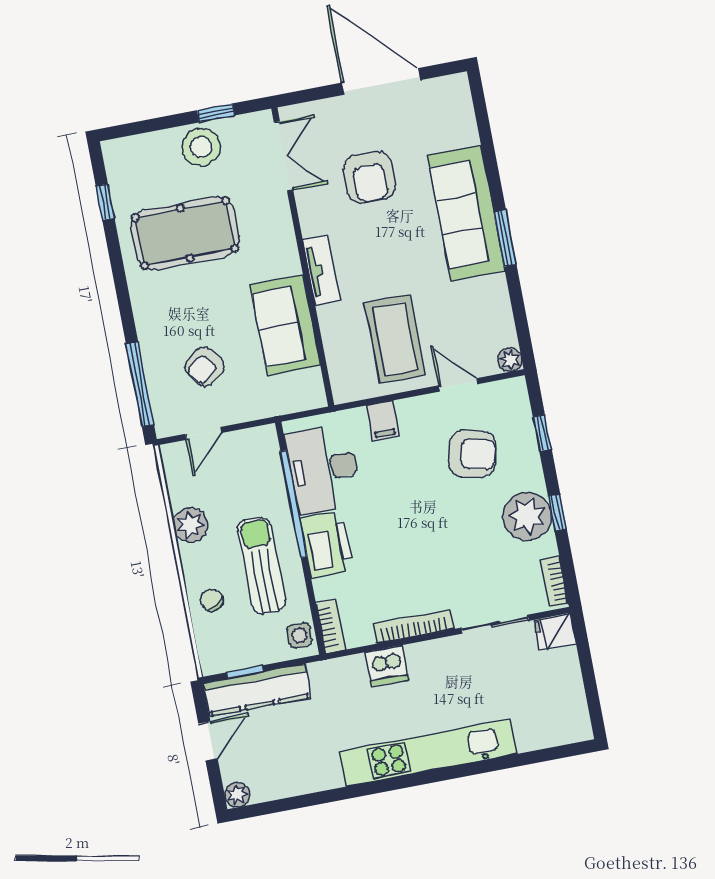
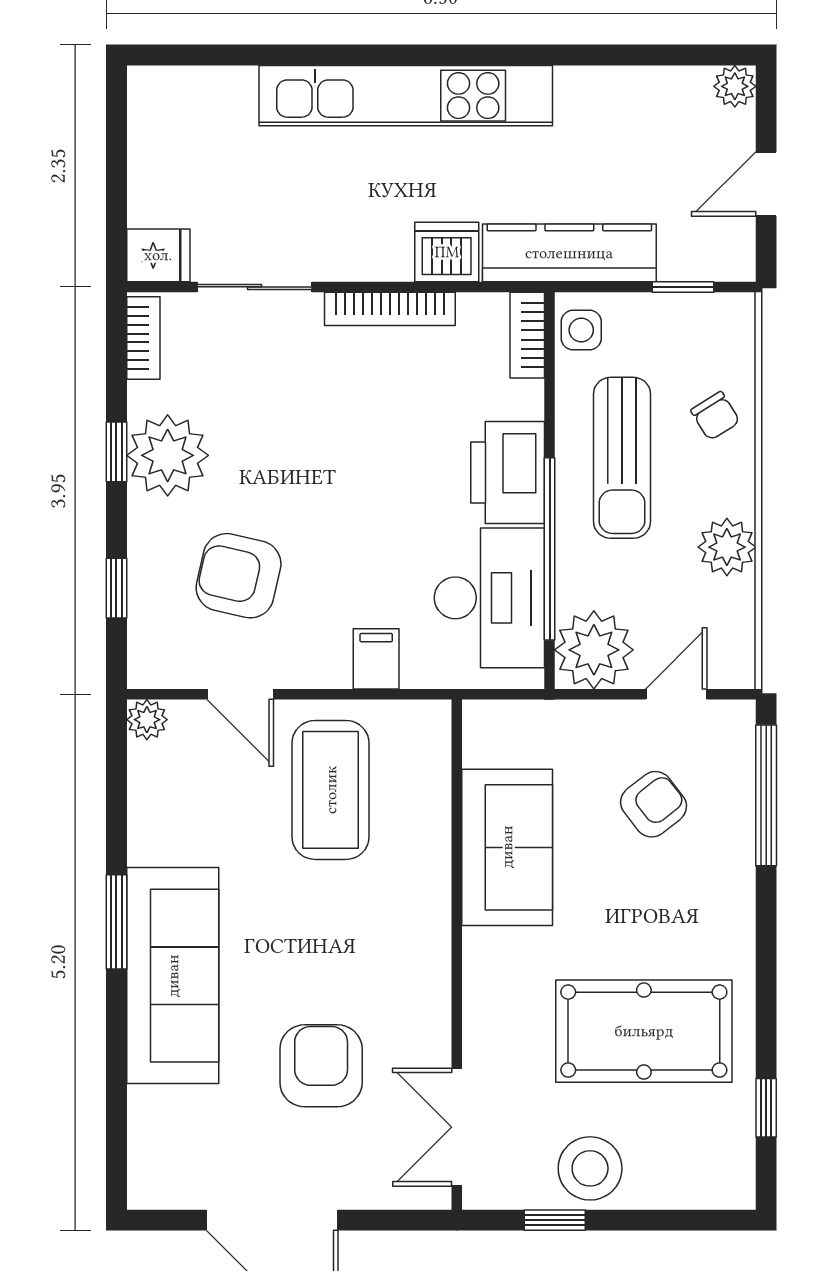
tv unit: (321, 270) -> (430, 927), removed
plant: (257, 450) -> (594, 650), added
kitchen counter: (257, 690) -> (569, 253), moved

